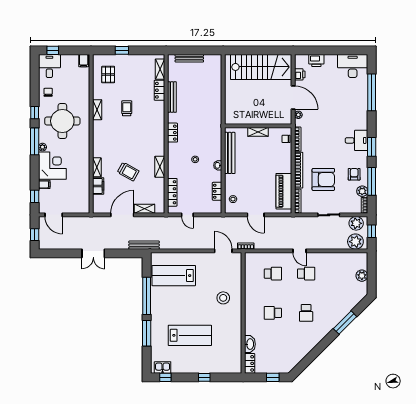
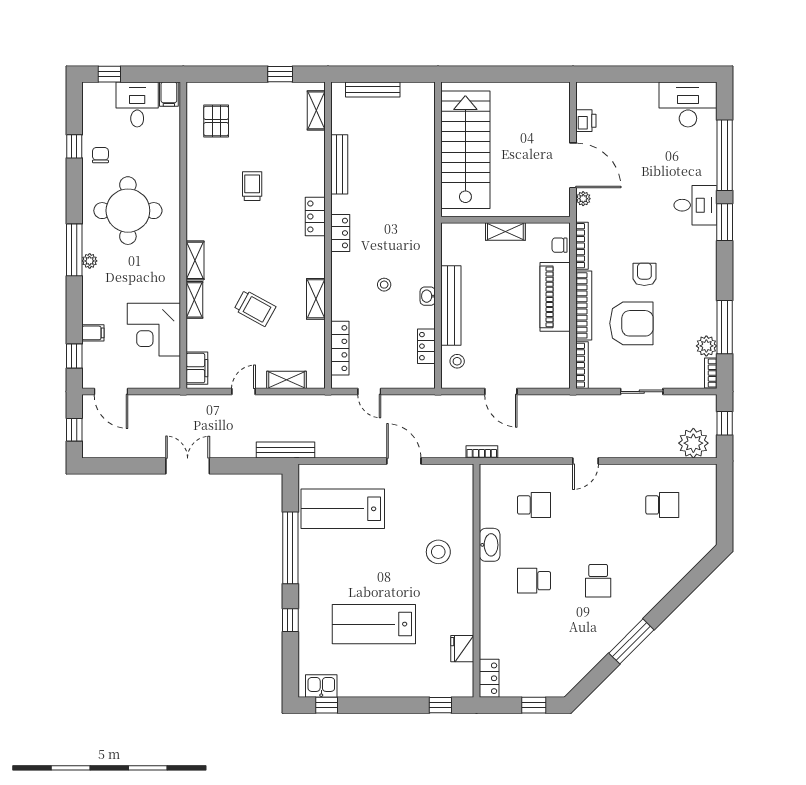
window: (122, 50) -> (280, 74), moved
printer: (316, 60) -> (618, 94), removed
desk: (49, 66) -> (137, 104), moved
stairs: (261, 67) -> (465, 150), moved, turned -90
locker: (159, 90) -> (315, 216), moved
shelving: (97, 110) -> (195, 260), moved
window: (35, 113) -> (74, 146), moved
desk: (357, 140) -> (695, 205), moved
window: (372, 147) -> (725, 222), moved
bench: (230, 153) -> (451, 306), moved
corner desk: (52, 166) -> (154, 330), moved, turned 180
armchair: (354, 174) -> (644, 274), moved
filing cabinet: (98, 186) -> (197, 368), moved
piano: (284, 191) -> (555, 297), moved
door: (122, 215) -> (244, 392), width x0.53
plant: (356, 223) -> (695, 408), removed
door: (223, 251) -> (404, 461), moved
door: (299, 251) -> (585, 461), hinge flipped
double door: (93, 253) -> (188, 466), swing flipped
school desk: (306, 274) -> (662, 505), moved
plant: (362, 276) -> (706, 509), removed
window: (345, 323) -> (631, 641), moved
window: (147, 333) -> (290, 620), width x0.46
lab bench: (190, 335) -> (374, 624), turned 180
washbasin: (250, 344) -> (490, 545), moved
fridge: (236, 348) -> (462, 649), added
window: (204, 377) -> (440, 705), moved

